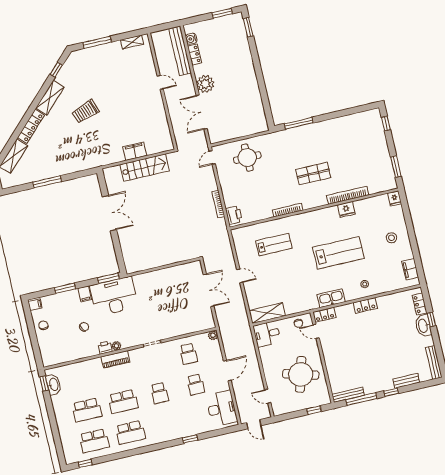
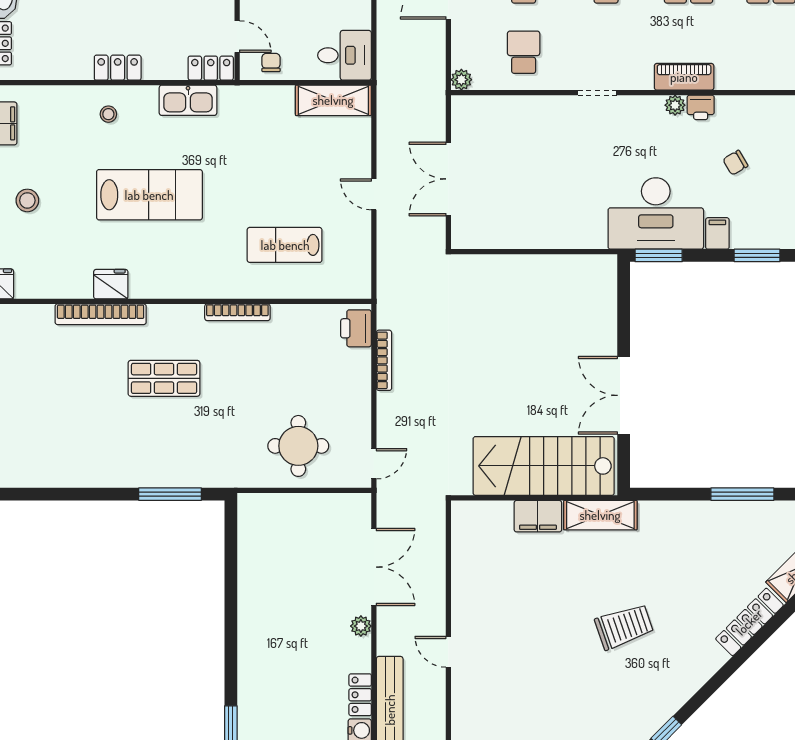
plant: (205, 84) -> (361, 626), width x0.53, depth x0.53
shelving: (50, 98) -> (600, 515), moved, turned 45
stairs: (145, 168) -> (544, 466), width x1.36, depth x1.51
lab bench: (338, 253) -> (149, 195), turned 180

